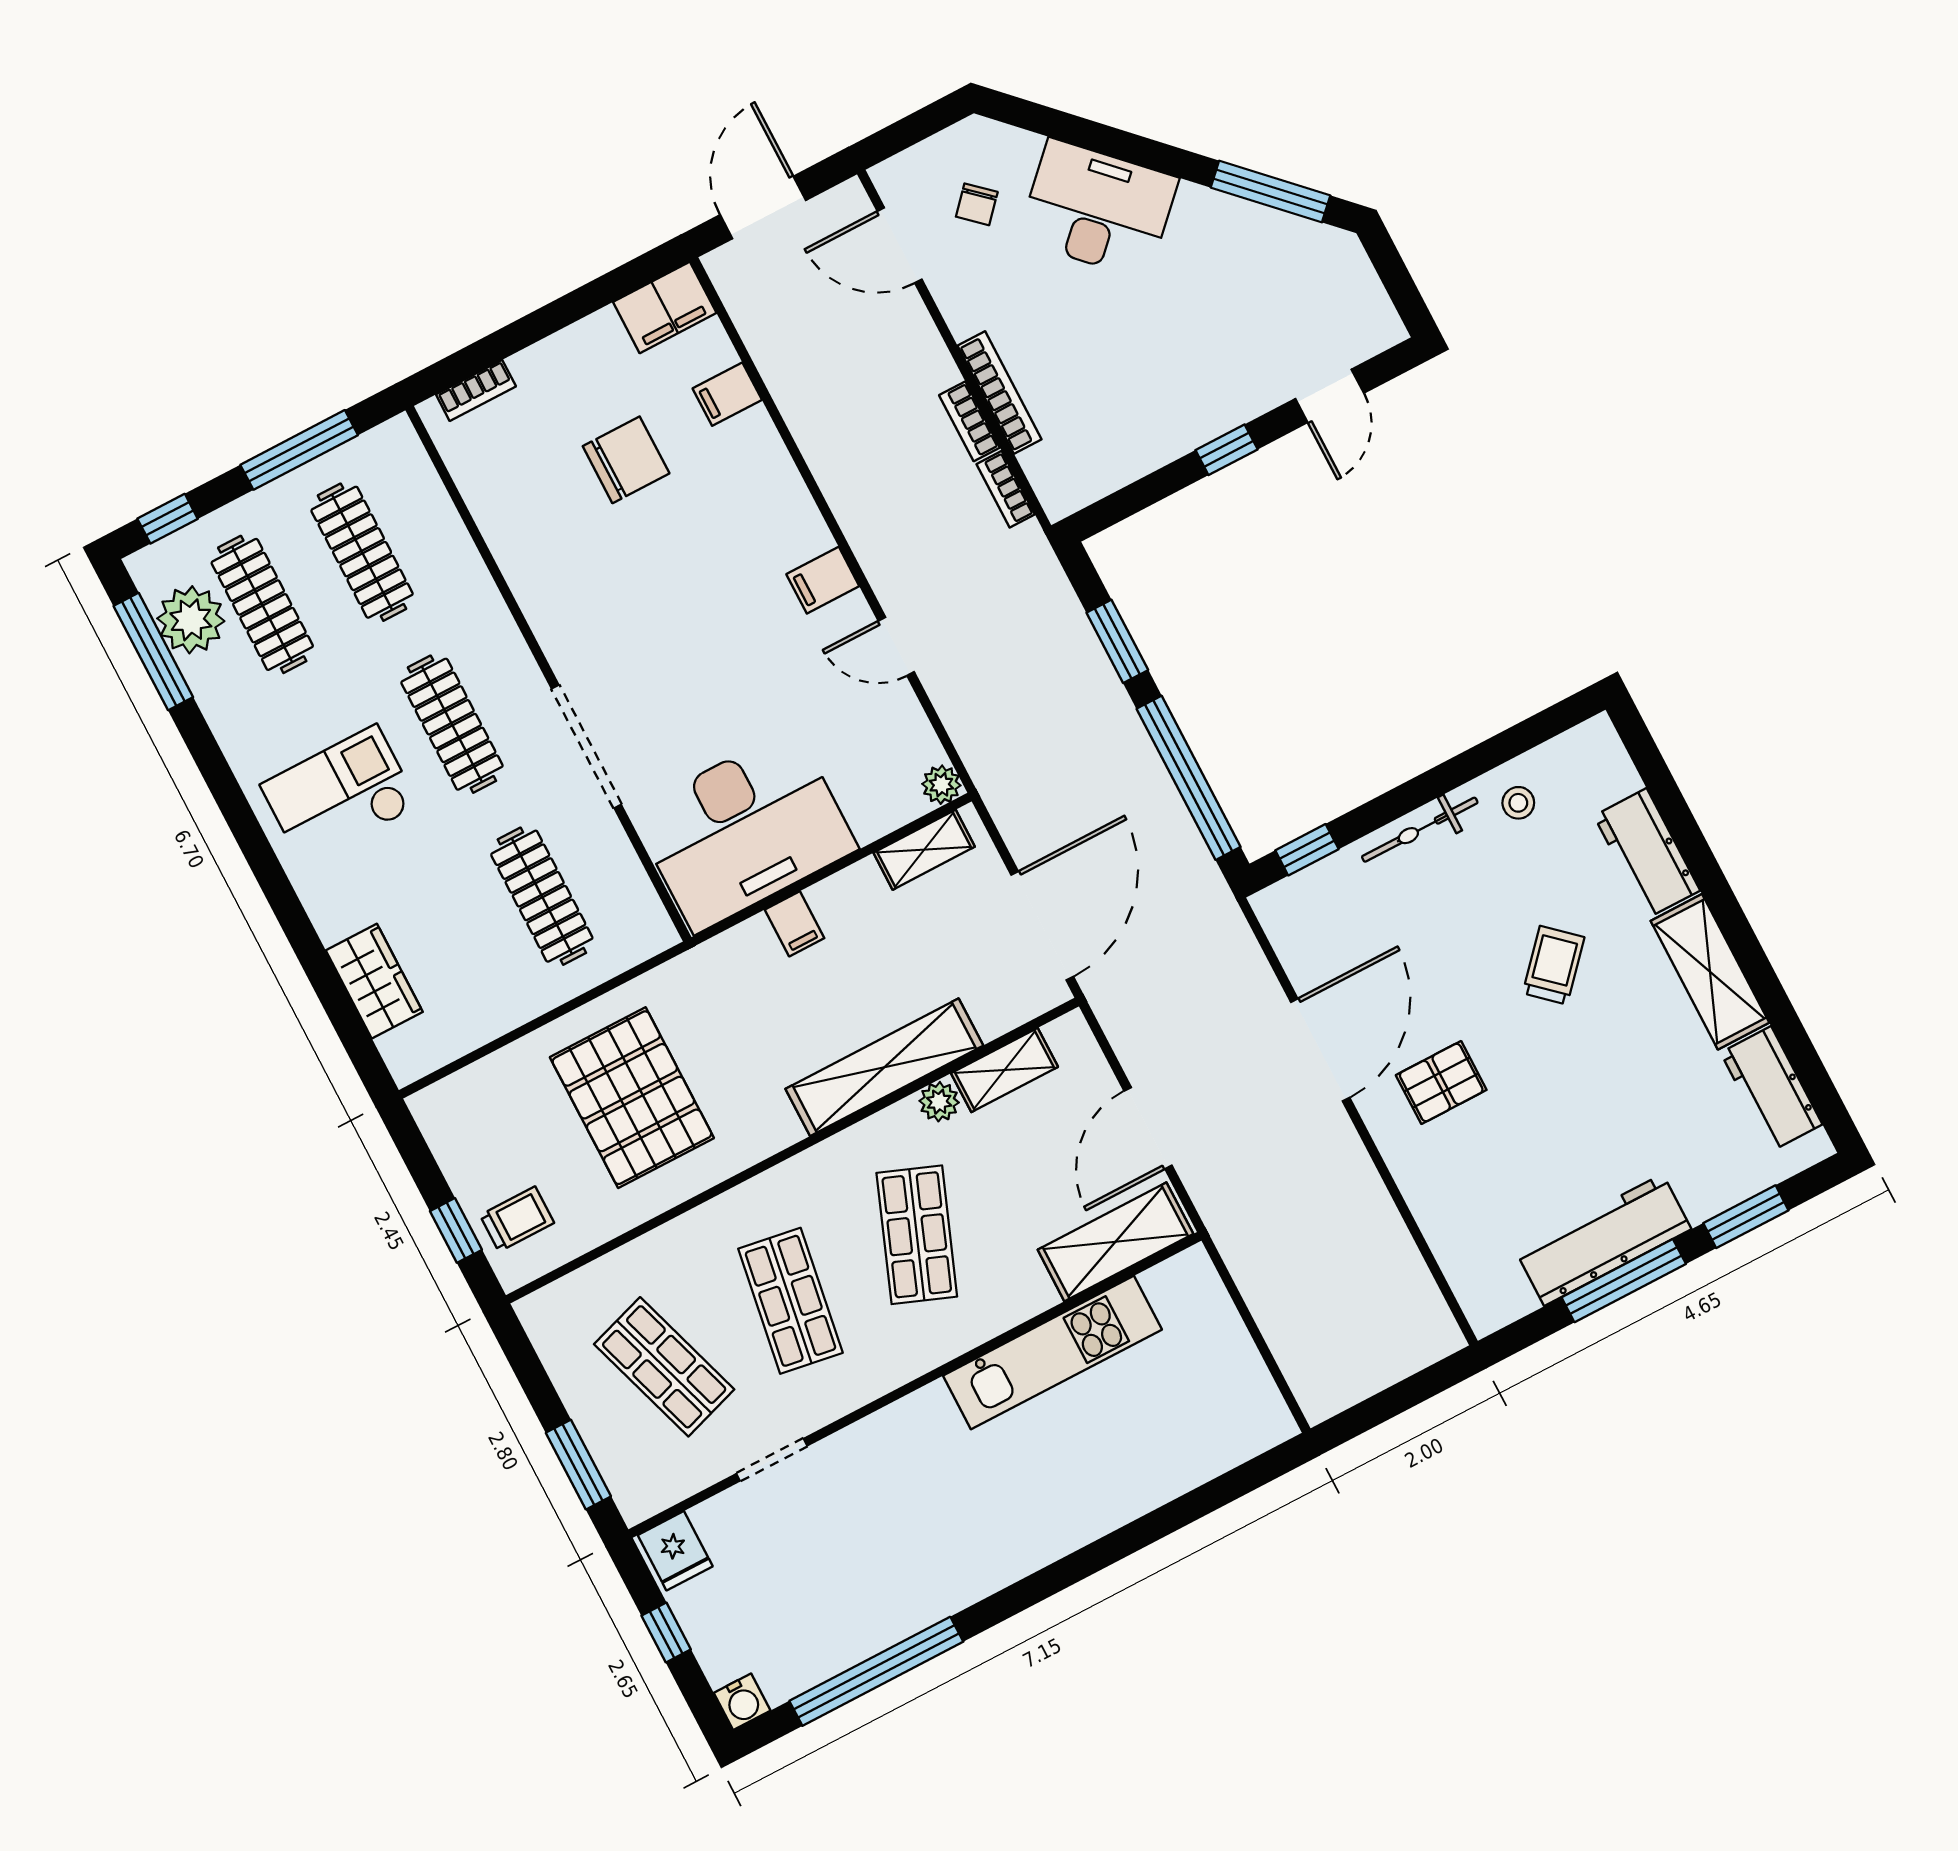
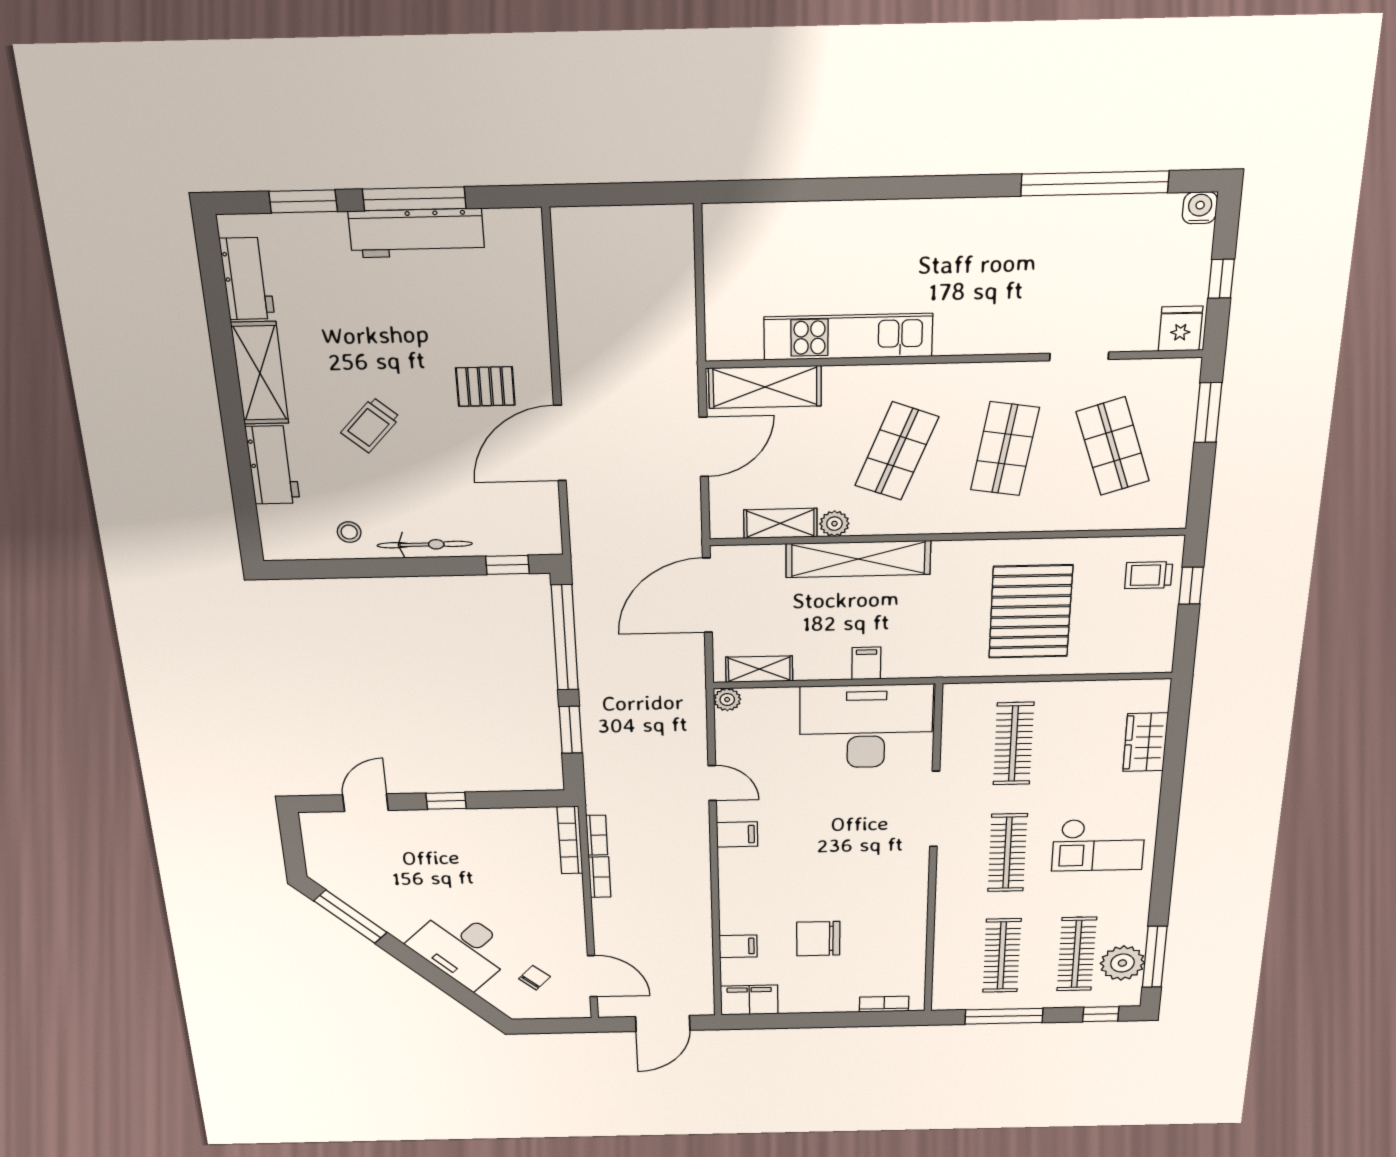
bookcase: (999, 392) -> (570, 840), moved

